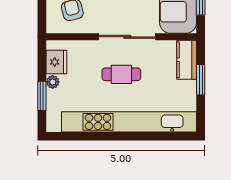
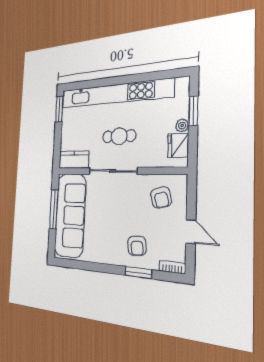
kitchen counter: (187, 60) -> (74, 160), moved, turned -90
window: (201, 80) -> (59, 109), moved

